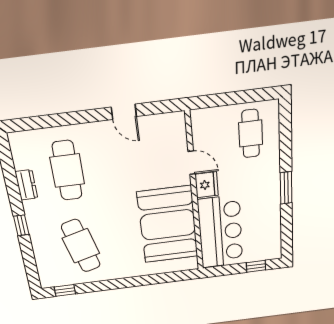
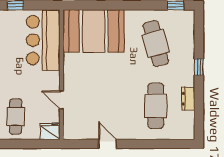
fridge: (207, 185) -> (50, 131), moved, turned 90
booth: (168, 225) -> (94, 31), moved, turned 90

